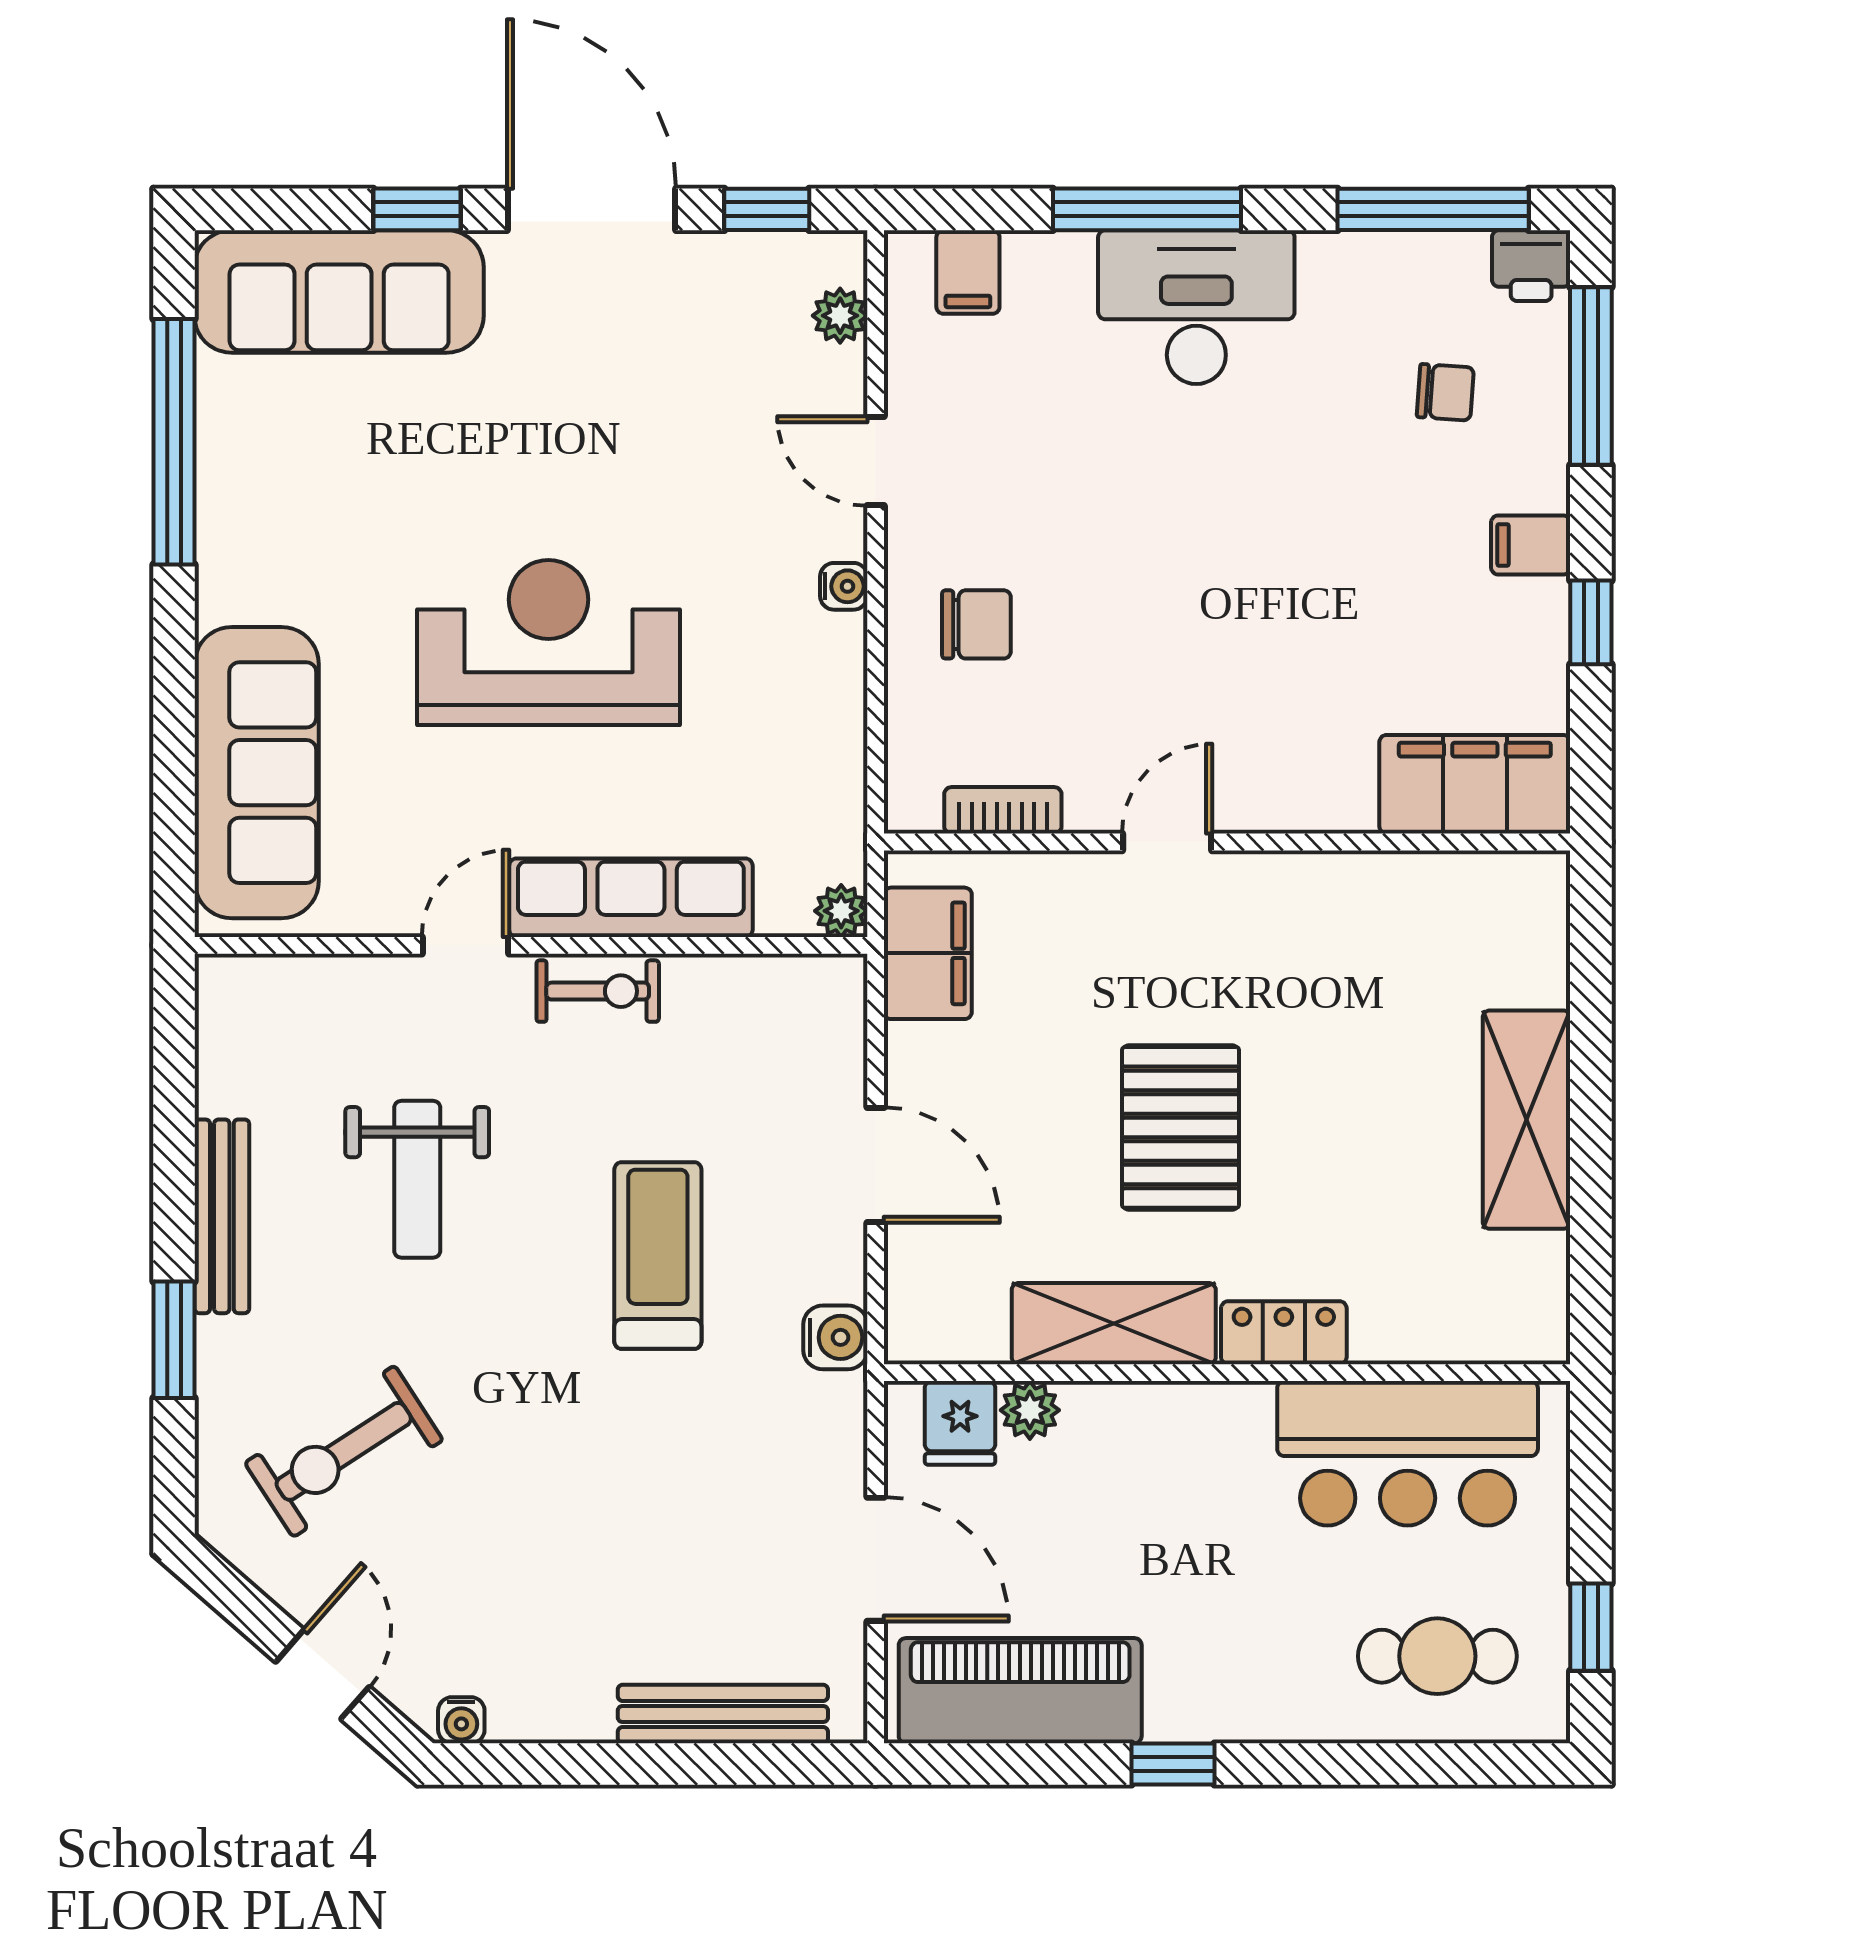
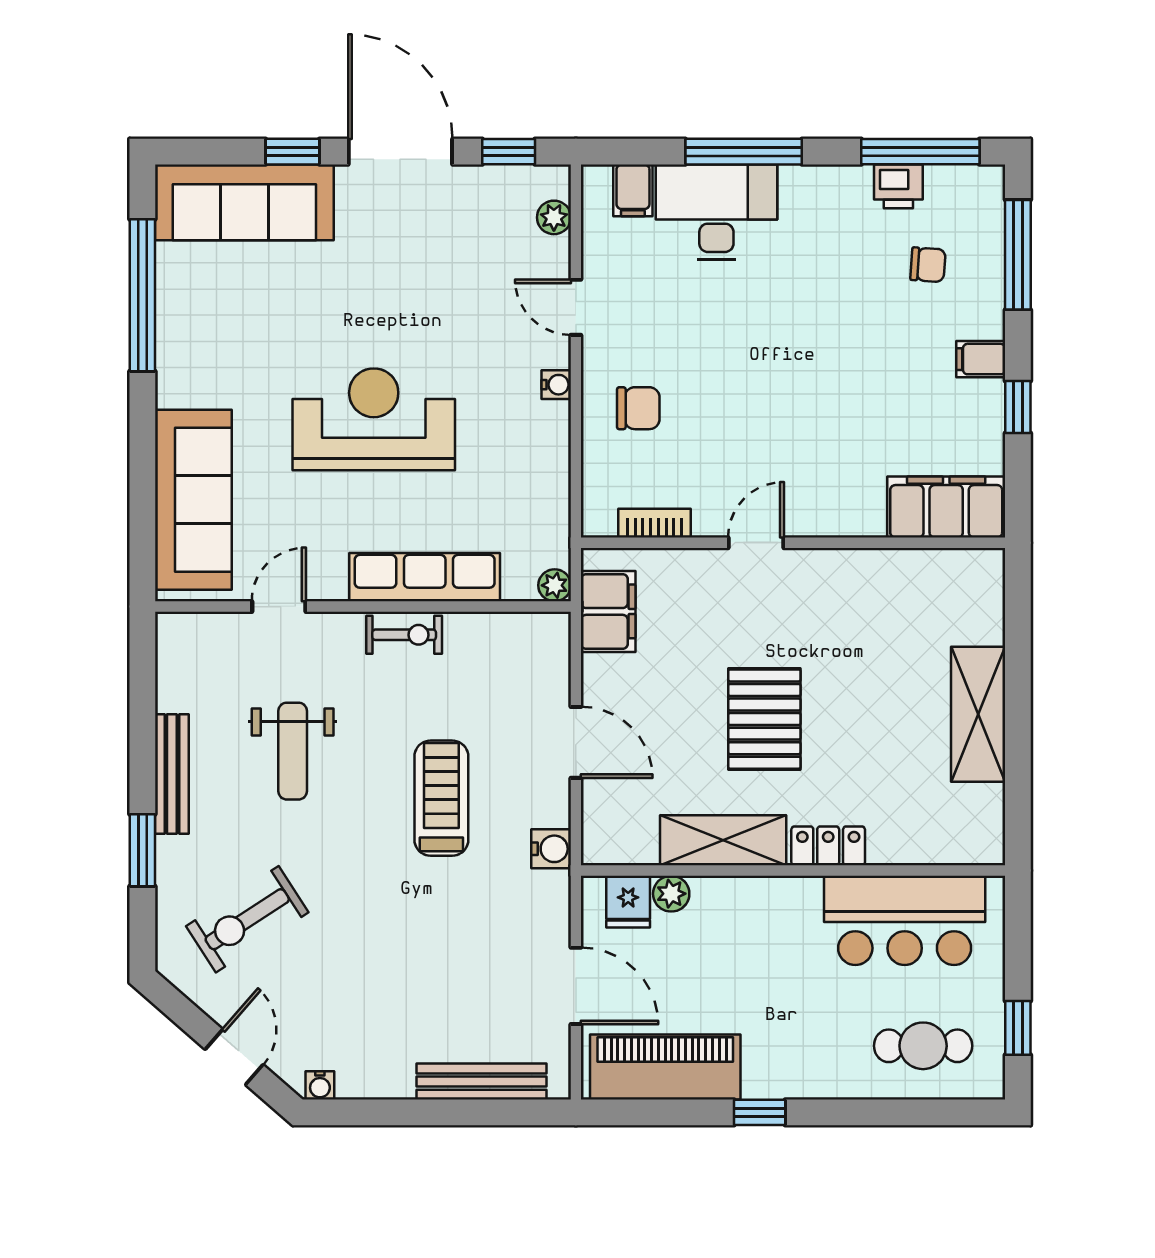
printer: (1531, 266) -> (898, 186), moved
desk: (1196, 307) -> (716, 212), moved
door: (465, 945) -> (279, 607), moved

